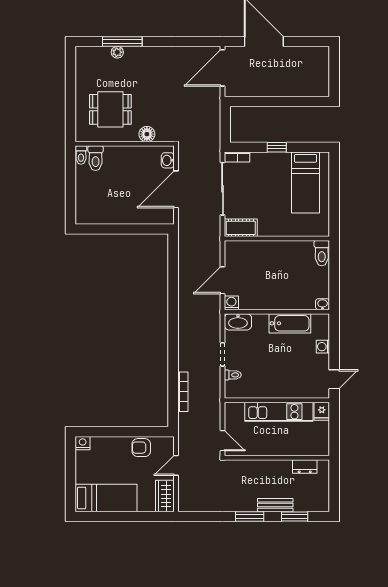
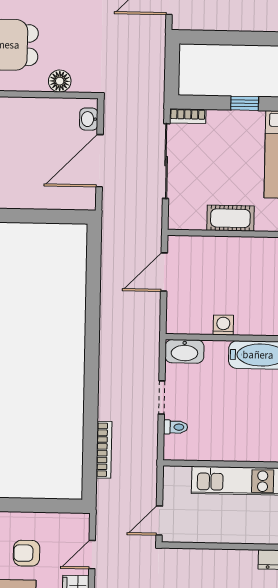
cot: (241, 228) -> (230, 218), moved
door: (223, 280) -> (164, 272), moved
washing machine: (231, 303) -> (223, 325), moved
door: (223, 441) -> (159, 520), swing flipped
armchair: (141, 448) -> (27, 553), moved

